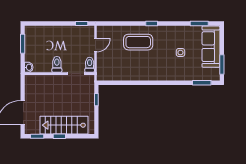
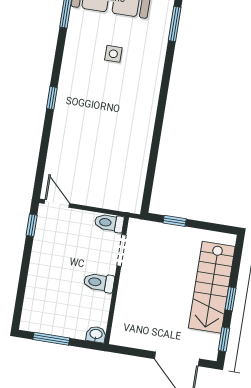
coffee table: (138, 42) -> (82, 128), removed
door: (95, 45) -> (57, 204), moved

